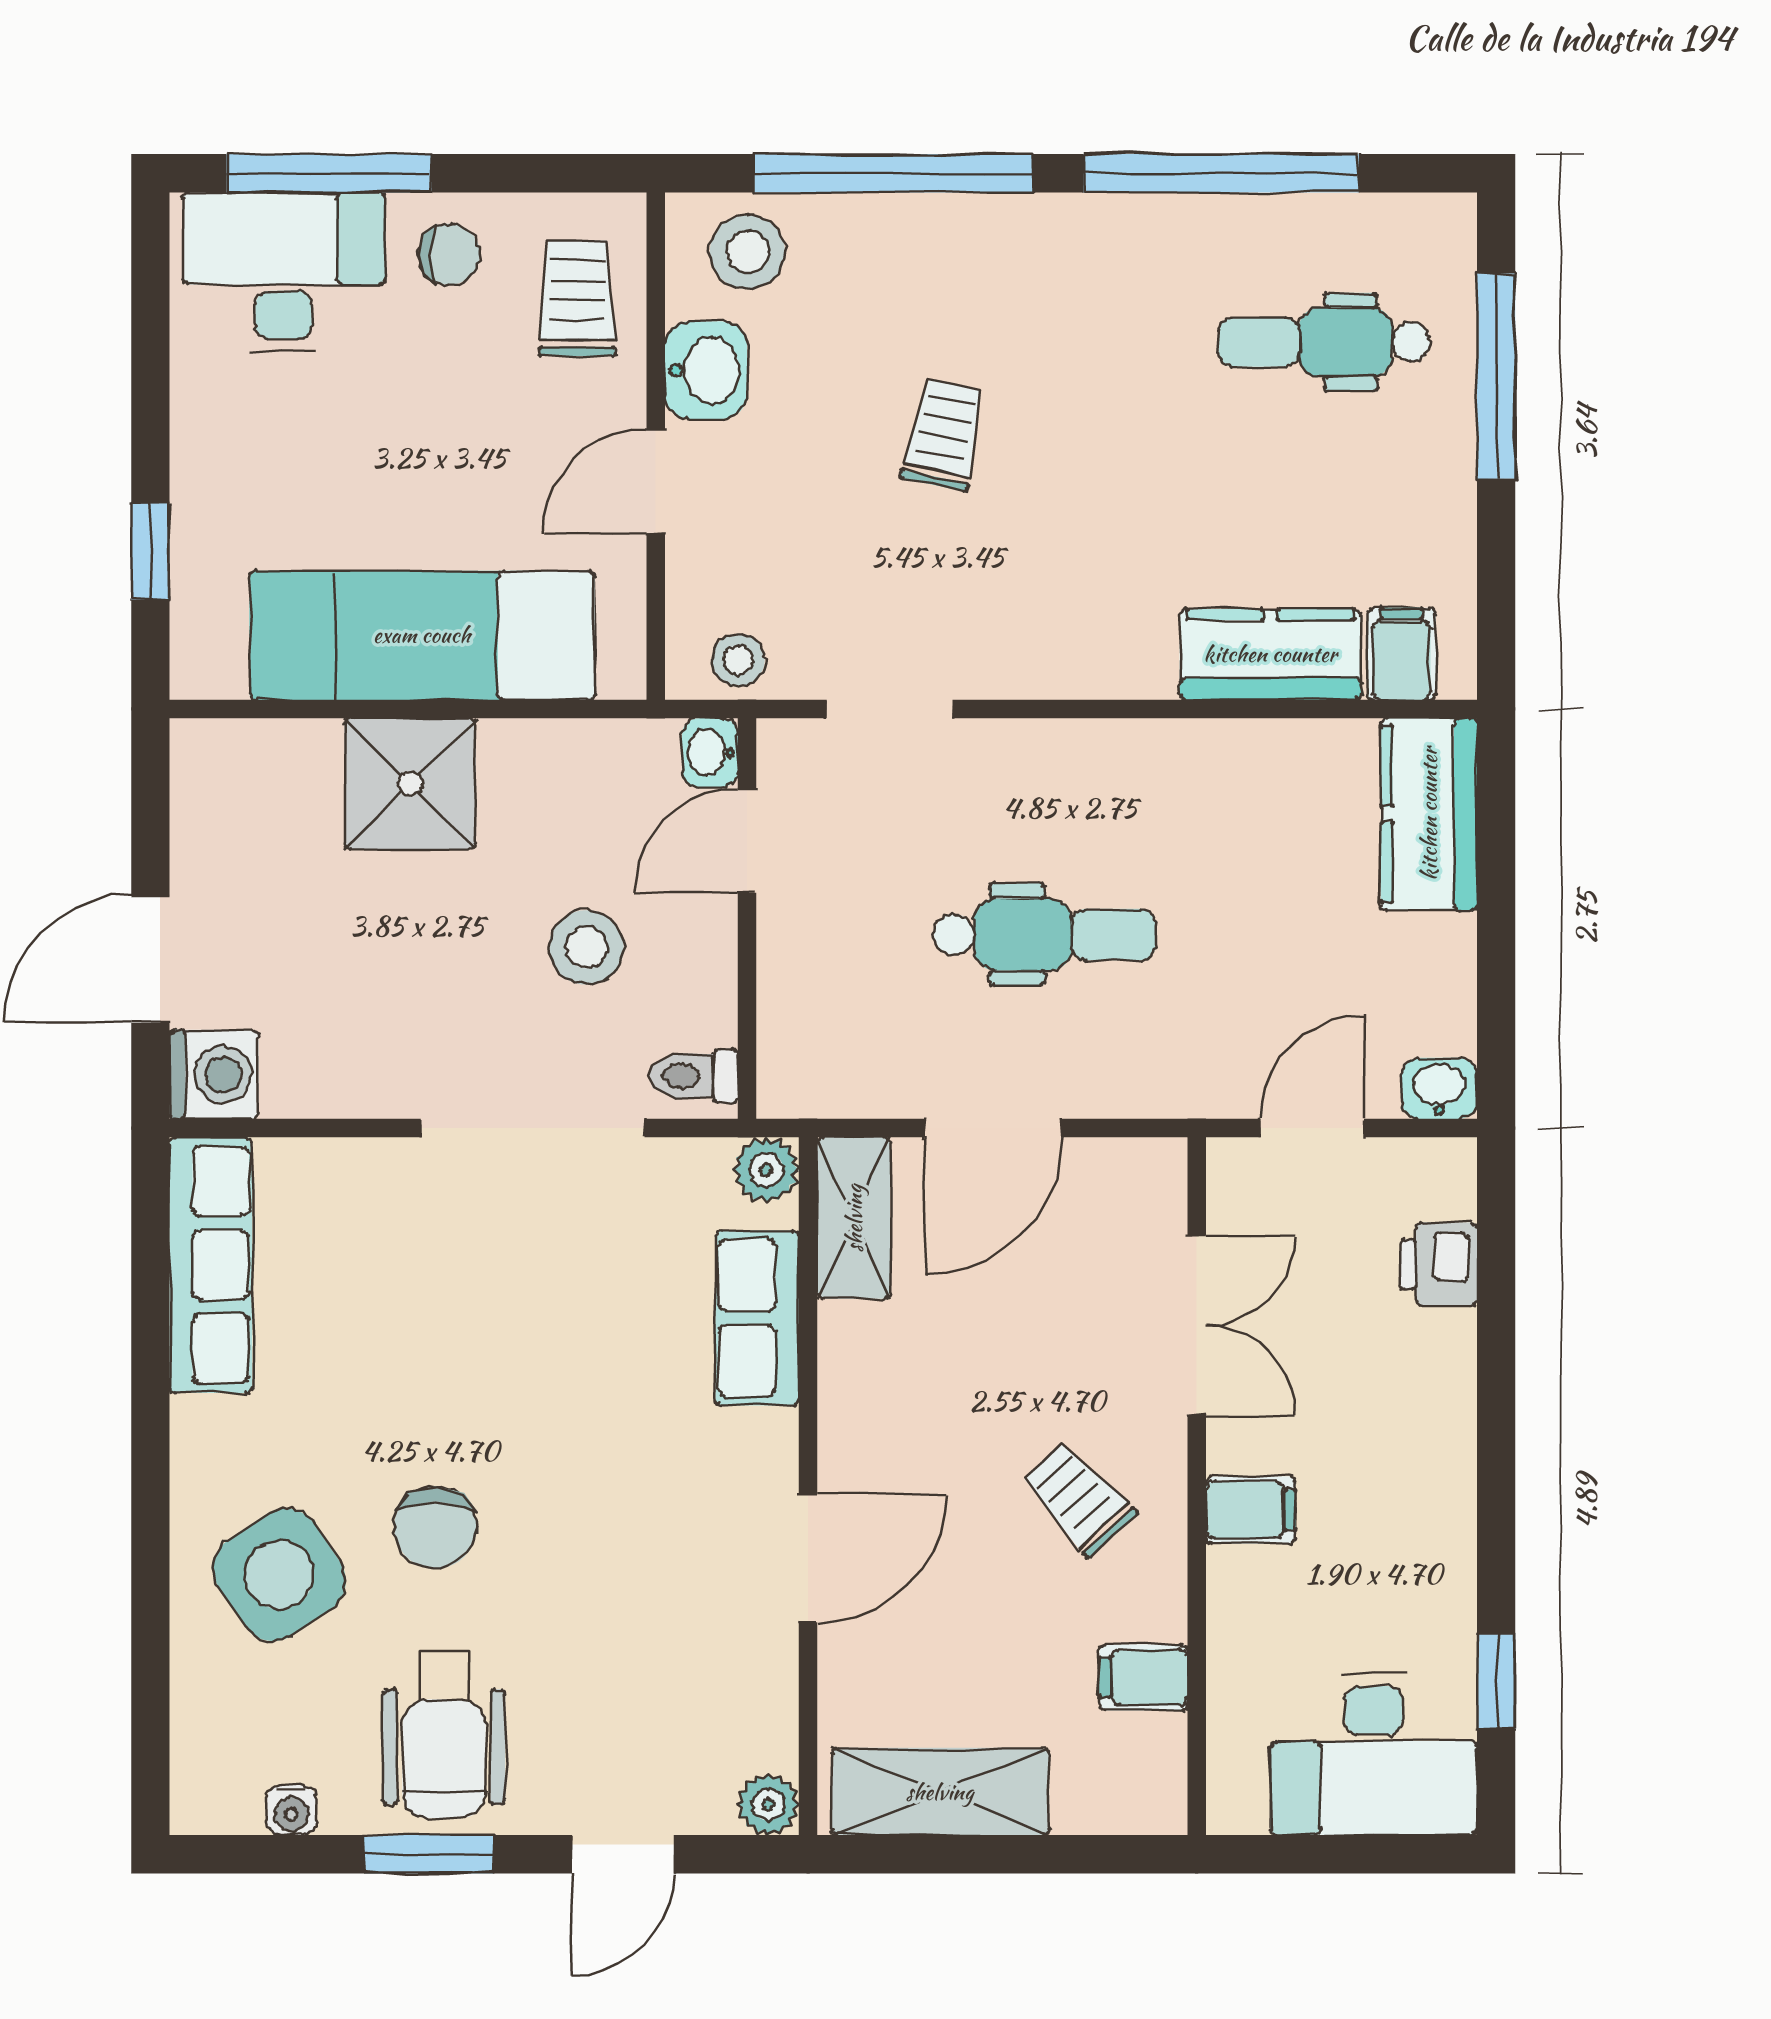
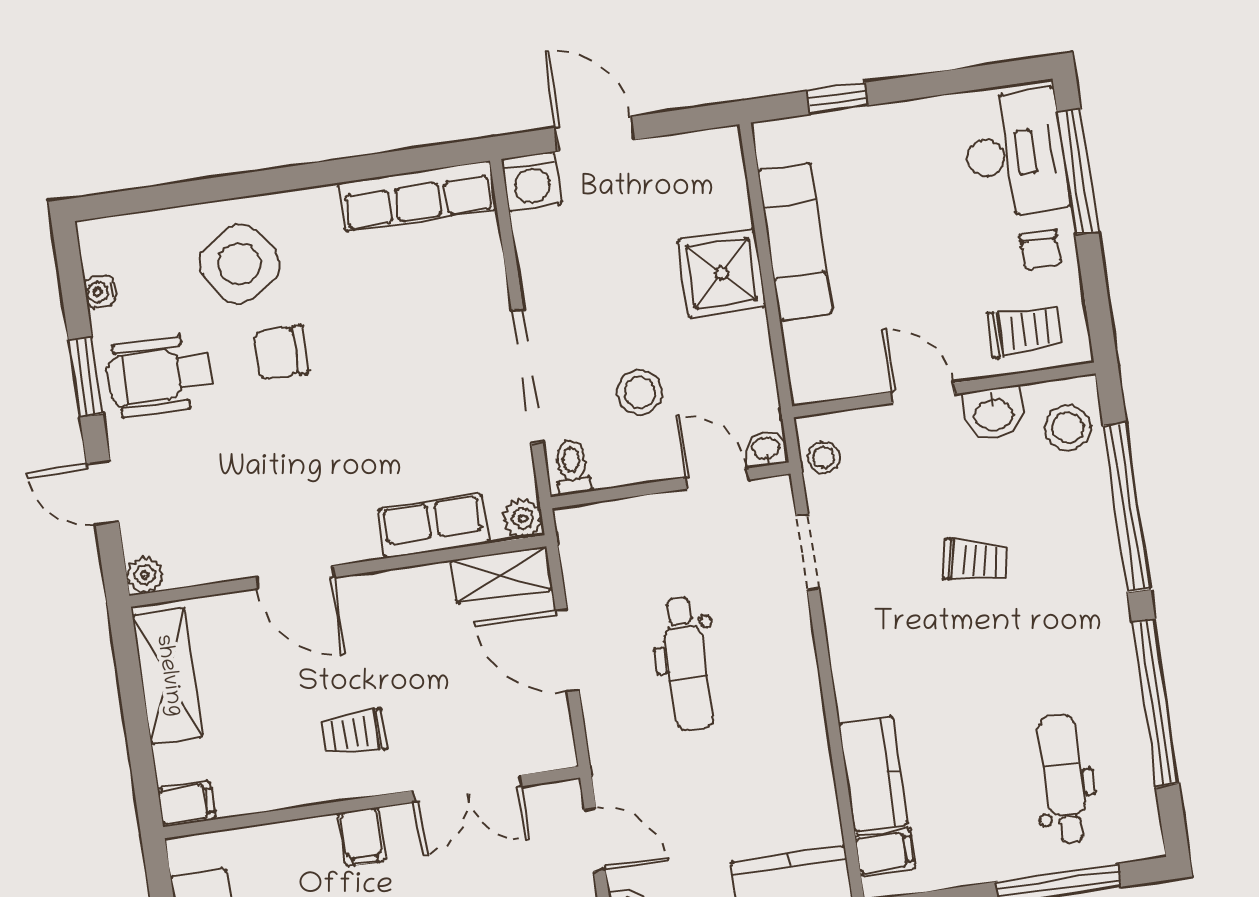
exam couch: (422, 635) -> (795, 242), width x0.73, depth x0.69
trolley: (1078, 1498) -> (354, 733), turned -137
filing cabinet: (1143, 1677) -> (186, 804), moved, turned 90

